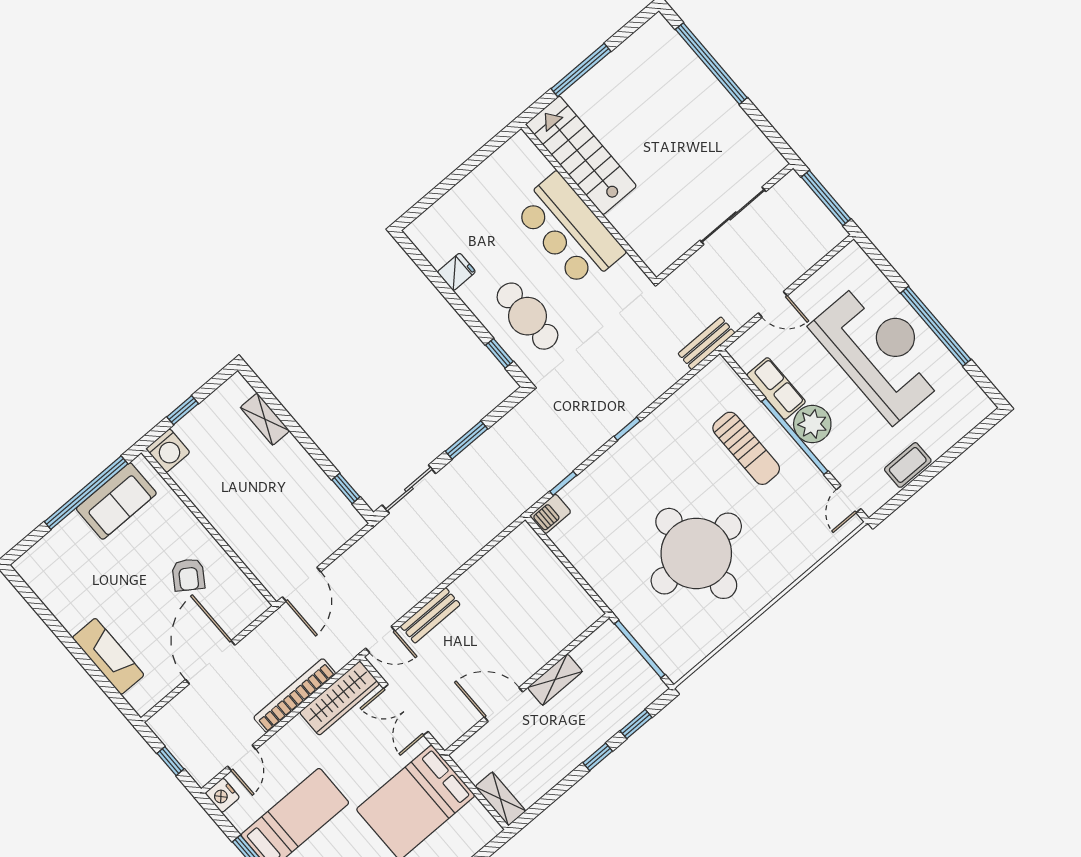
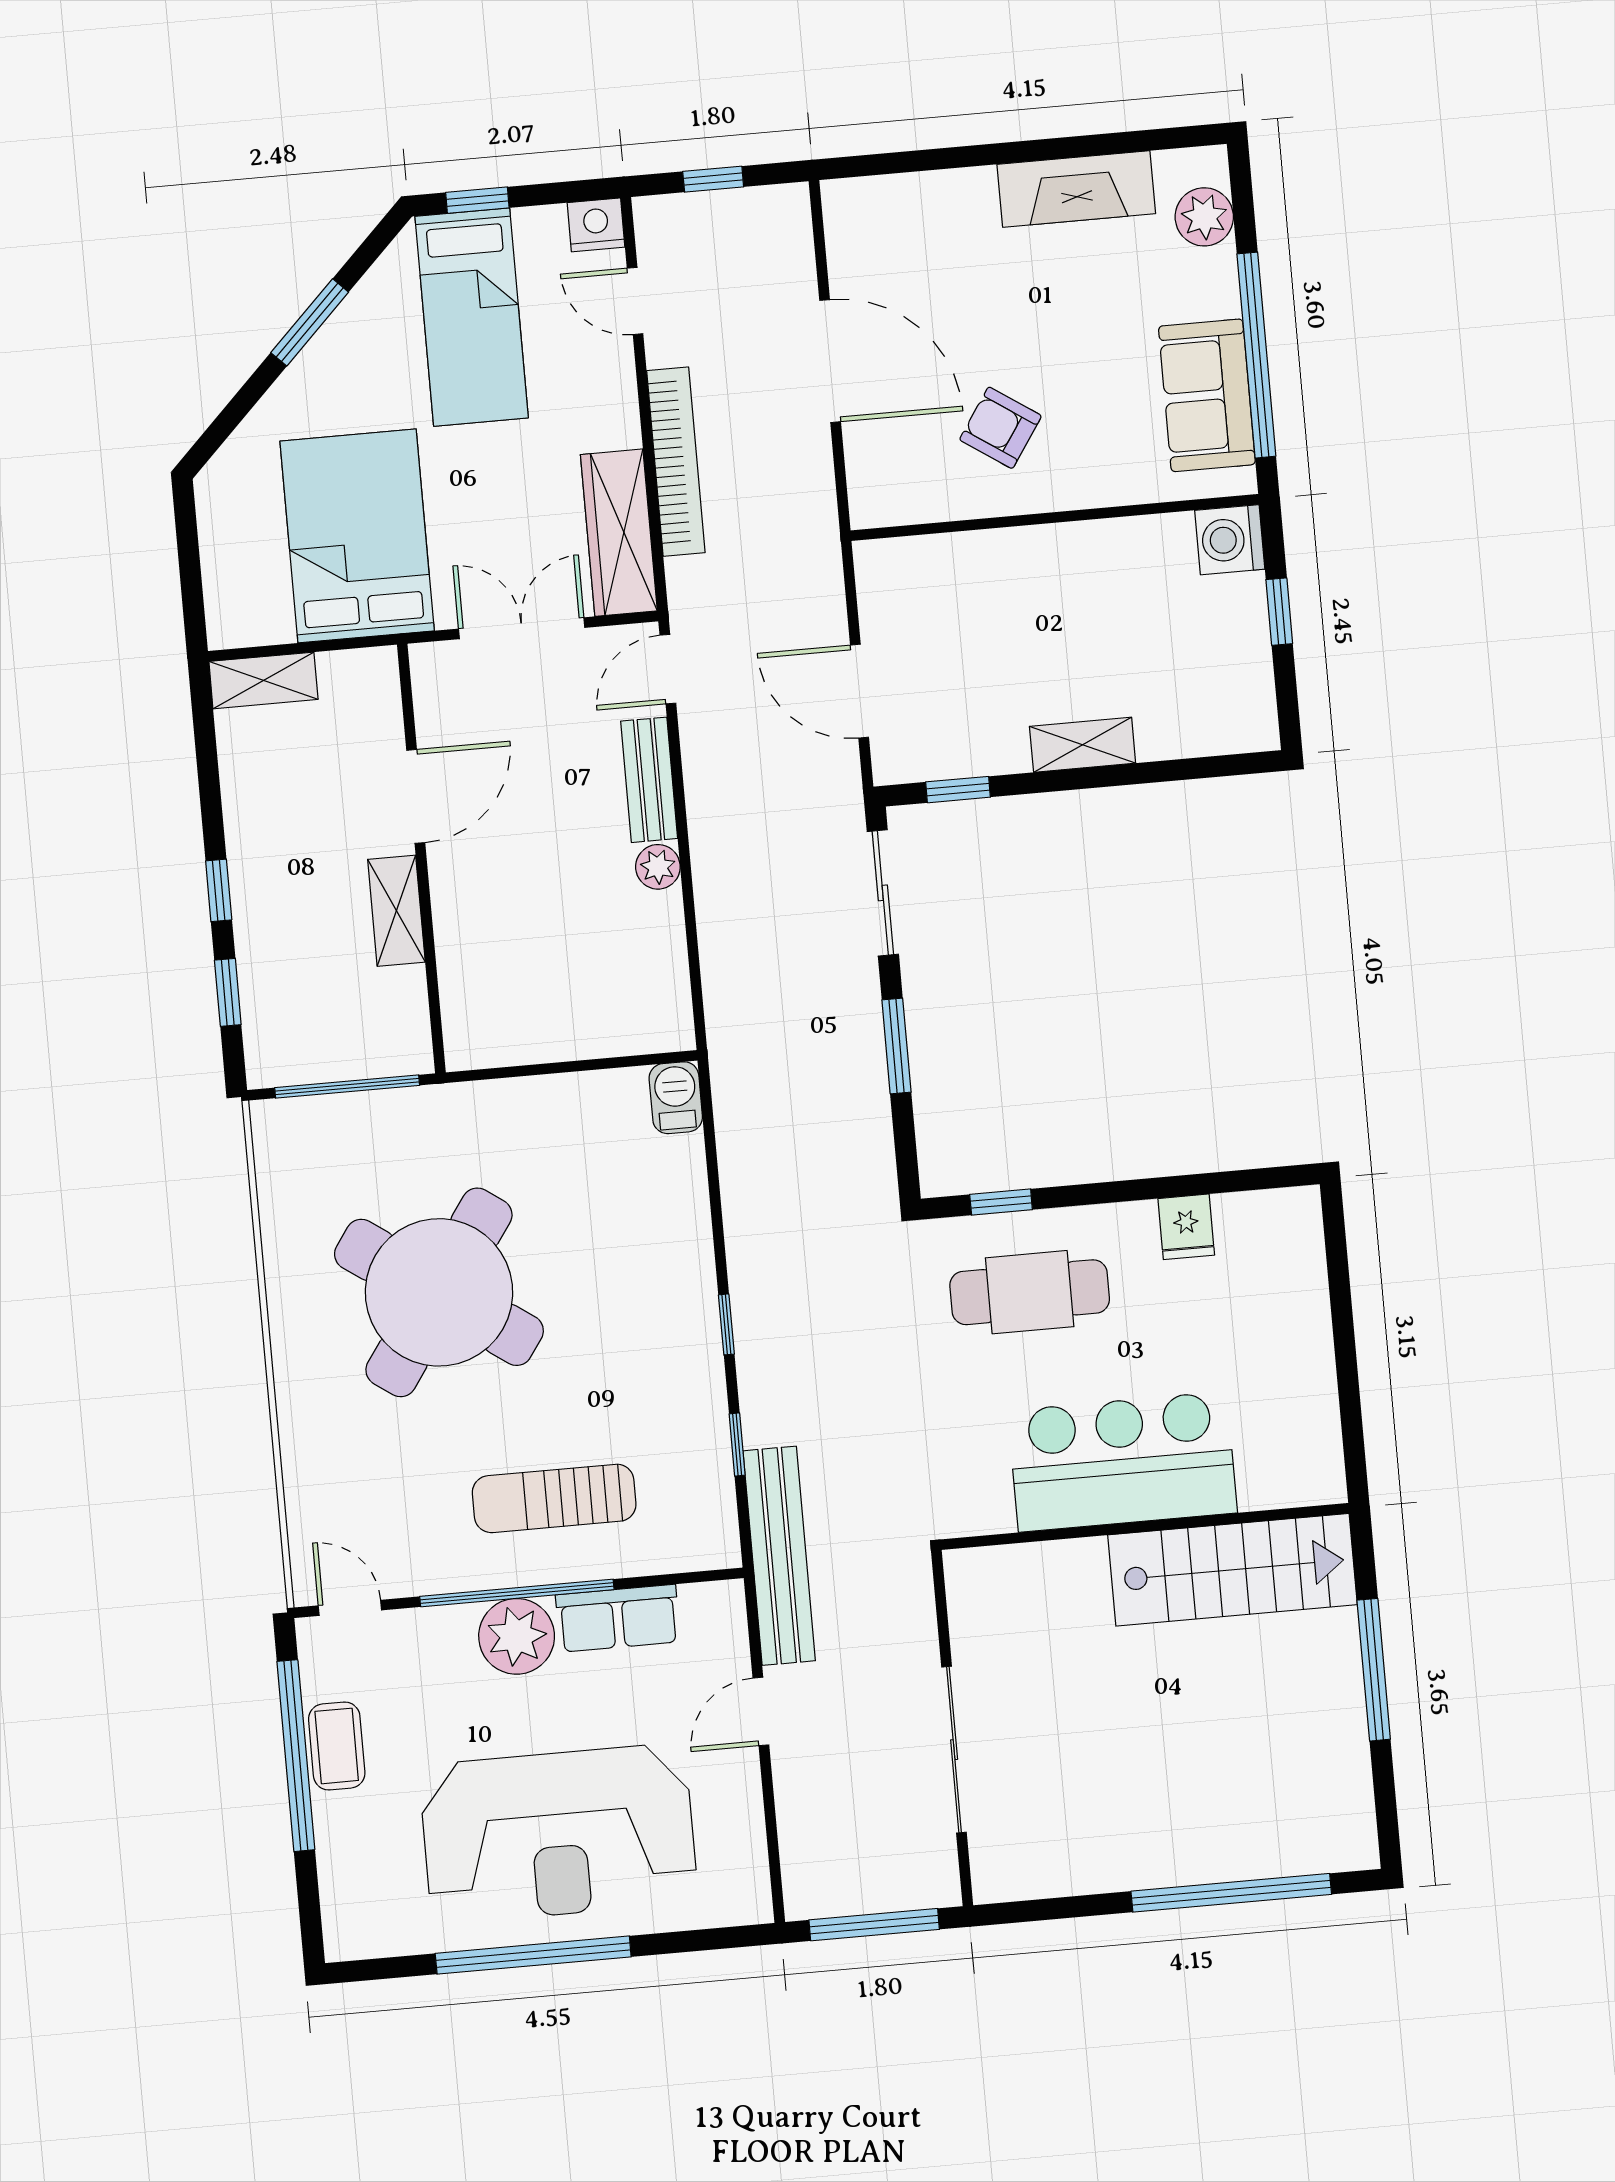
bench: (706, 343) -> (779, 1556), width x1.86, depth x1.21
shelving: (265, 419) -> (1083, 745), moved
window: (923, 479) -> (296, 1756), added
window: (563, 483) -> (737, 1445), moved
plant: (45, 553) -> (1204, 217), added
round table: (696, 553) -> (439, 1292), turned 35
door: (302, 584) -> (860, 691), moved
plant: (463, 587) -> (658, 867), added
fireplace: (108, 656) -> (1076, 189), moved

